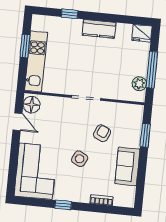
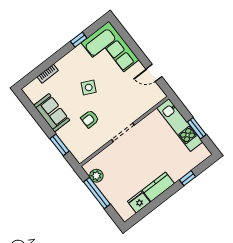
fridge: (142, 33) -> (139, 202), moved
floor lamp: (32, 105) -> (155, 93), removed
armchair: (102, 133) -> (90, 119), turned 67
window: (63, 205) -> (79, 40), moved

